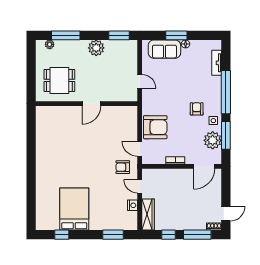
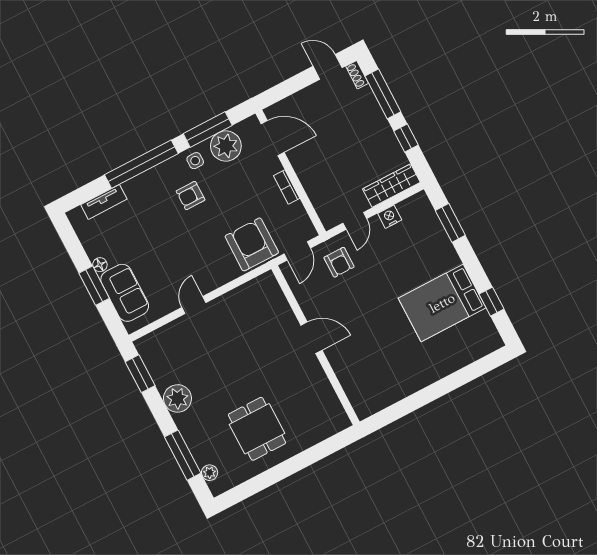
wall: (87, 104) -> (315, 345), moved
door: (91, 104) -> (311, 338), moved

